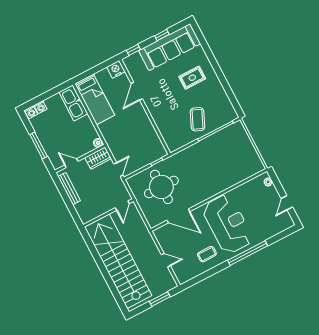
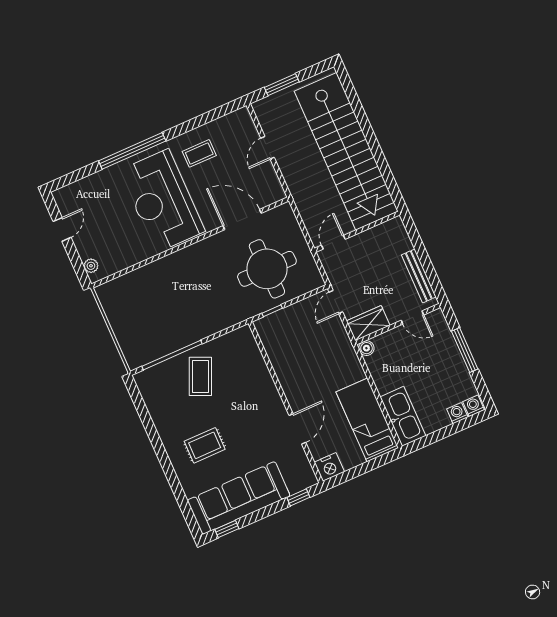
window: (162, 35) -> (227, 529), moved
door: (166, 260) -> (267, 148), hinge flipped

